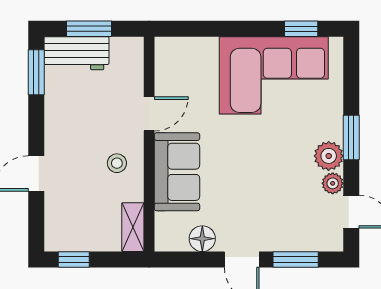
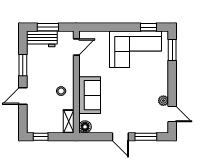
window: (36, 72) -> (23, 65), moved
door: (149, 114) -> (76, 47), moved
window: (351, 138) -> (172, 50), moved
plant: (329, 156) -> (162, 88), removed
floor lamp: (202, 239) -> (85, 127), moved

